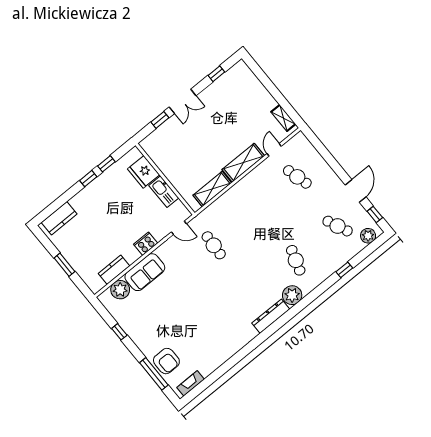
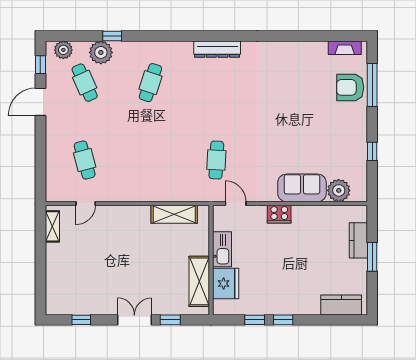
shelving: (243, 163) -> (199, 281), moved, turned 90
kitchen counter: (114, 270) -> (358, 240), moved, turned 90
plant: (292, 295) -> (101, 52), moved
armchair: (166, 361) -> (350, 87), turned -90

